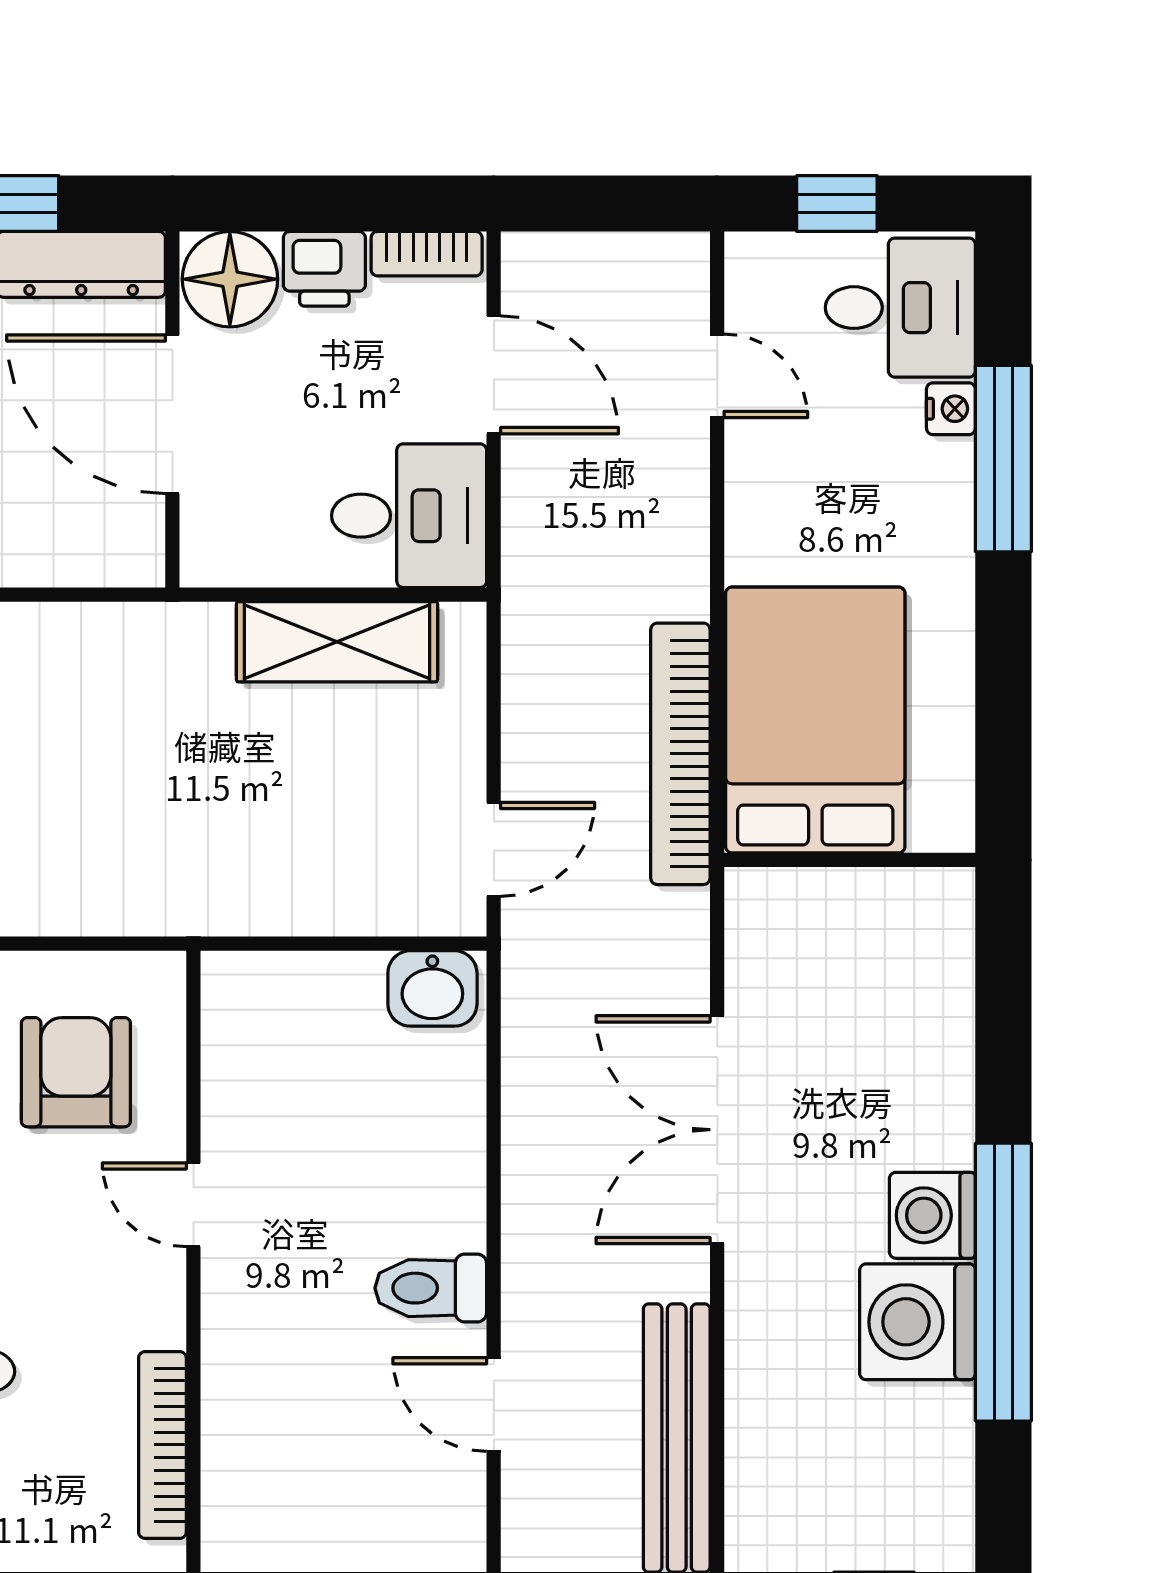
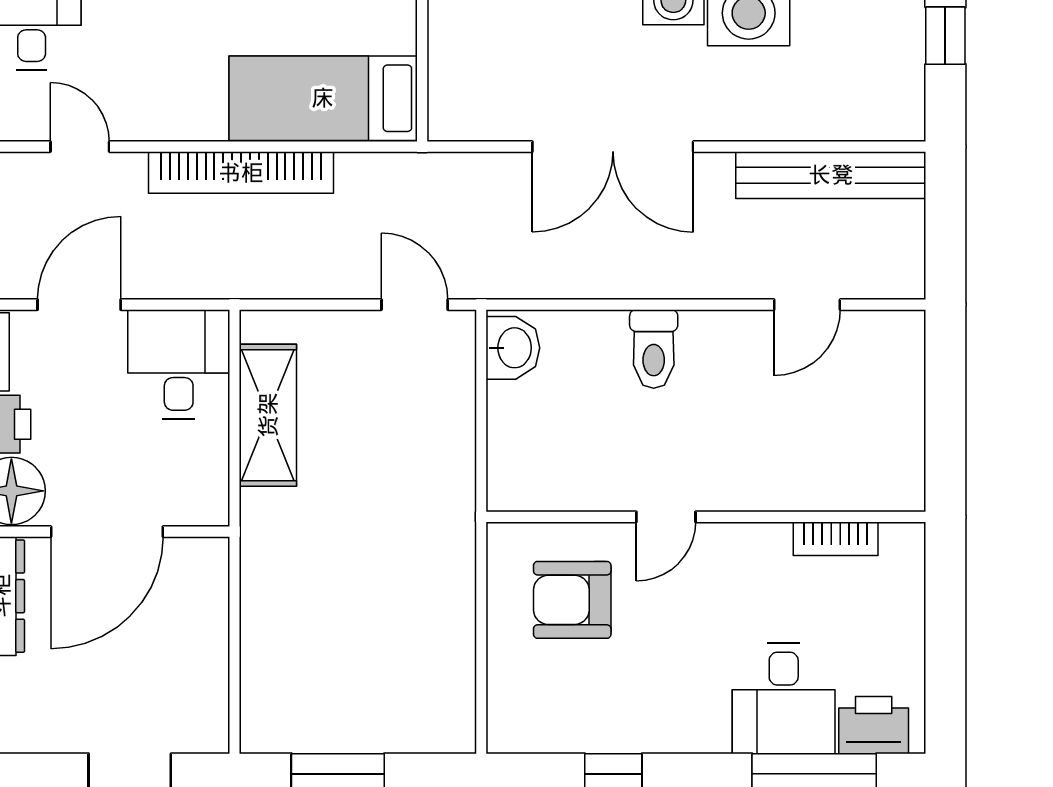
door: (717, 376) -> (80, 147), hinge flipped
bed: (815, 720) -> (323, 98), width x0.67
bookcase: (680, 754) -> (241, 173), moved
toilet: (431, 1288) -> (654, 349), moved
bookcase: (162, 1445) -> (836, 539), width x0.64

